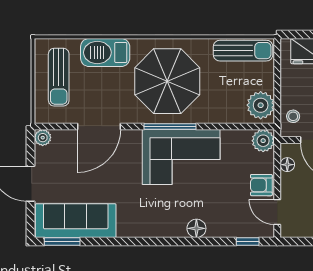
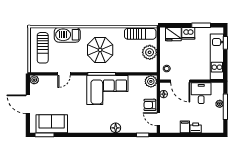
parasol: (167, 81) -> (100, 50), width x0.73, depth x0.73
plant: (261, 105) -> (150, 52), moved
door: (99, 126) -> (64, 74), width x0.53
sofa: (76, 221) -> (52, 124), width x0.73

